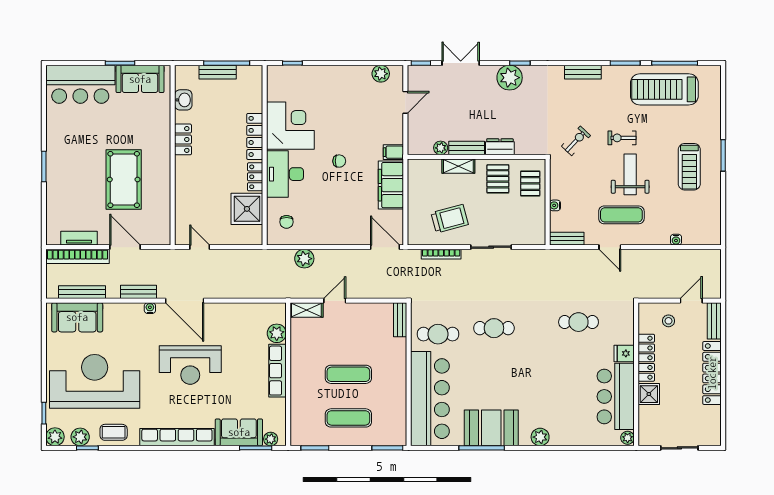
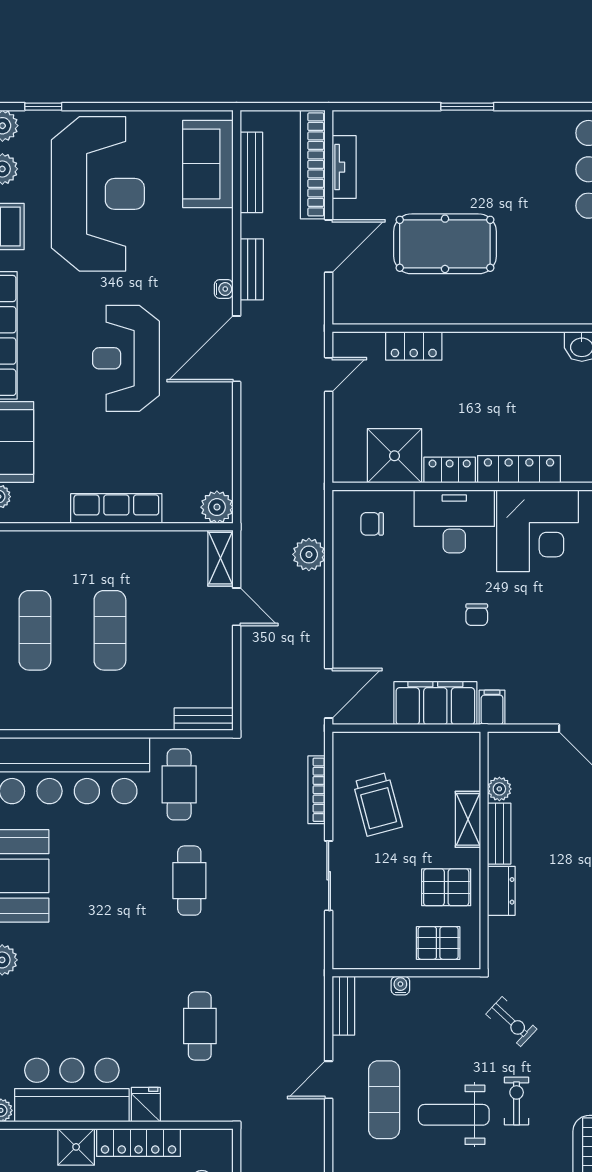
locker: (183, 139) -> (414, 346), moved
weight bench: (630, 174) -> (454, 1115), turned 180
plant: (277, 333) -> (217, 507), moved

